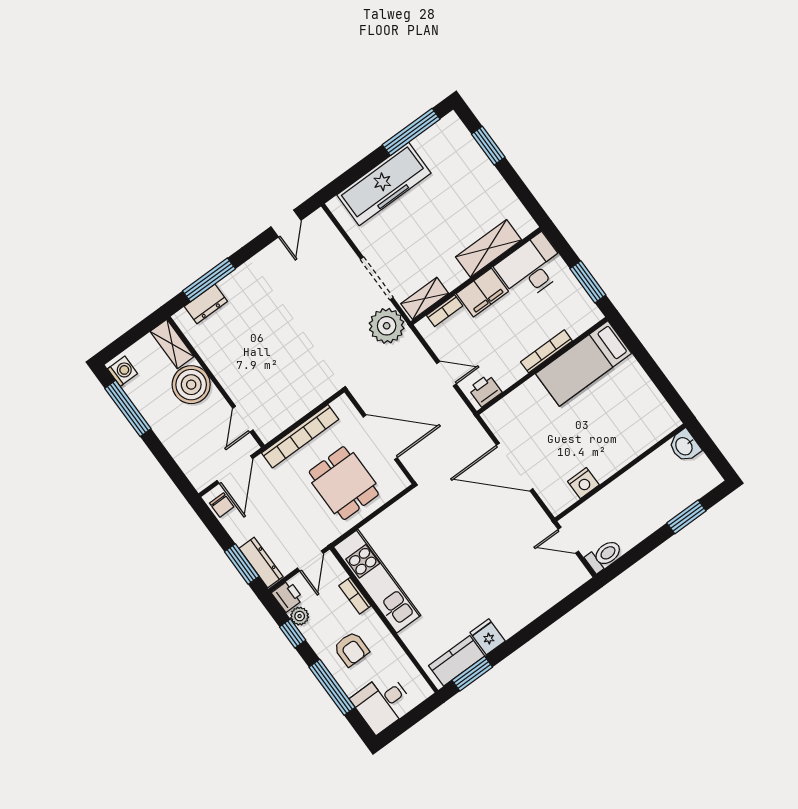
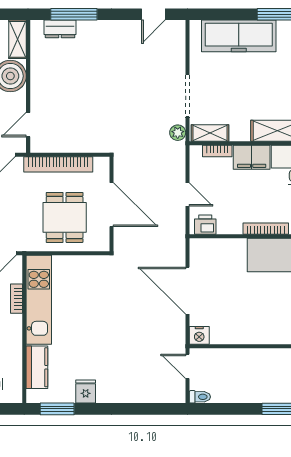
plant: (387, 326) -> (178, 133), width x0.53, depth x0.53
nightstand: (583, 483) -> (199, 335), moved
toilet: (604, 556) -> (200, 397), width x0.73, depth x0.72
kitchen counter: (457, 661) -> (37, 367), moved, turned 90

